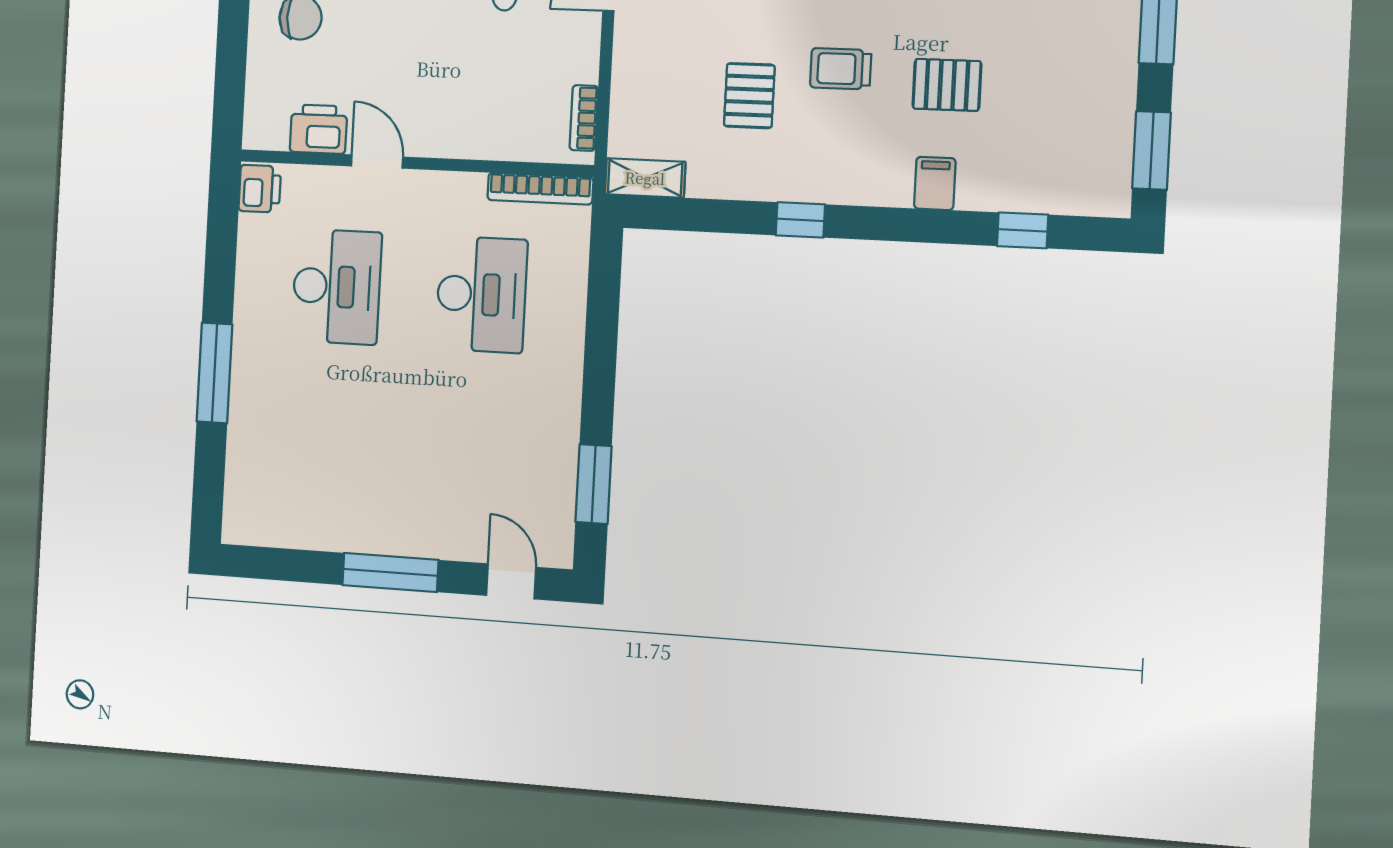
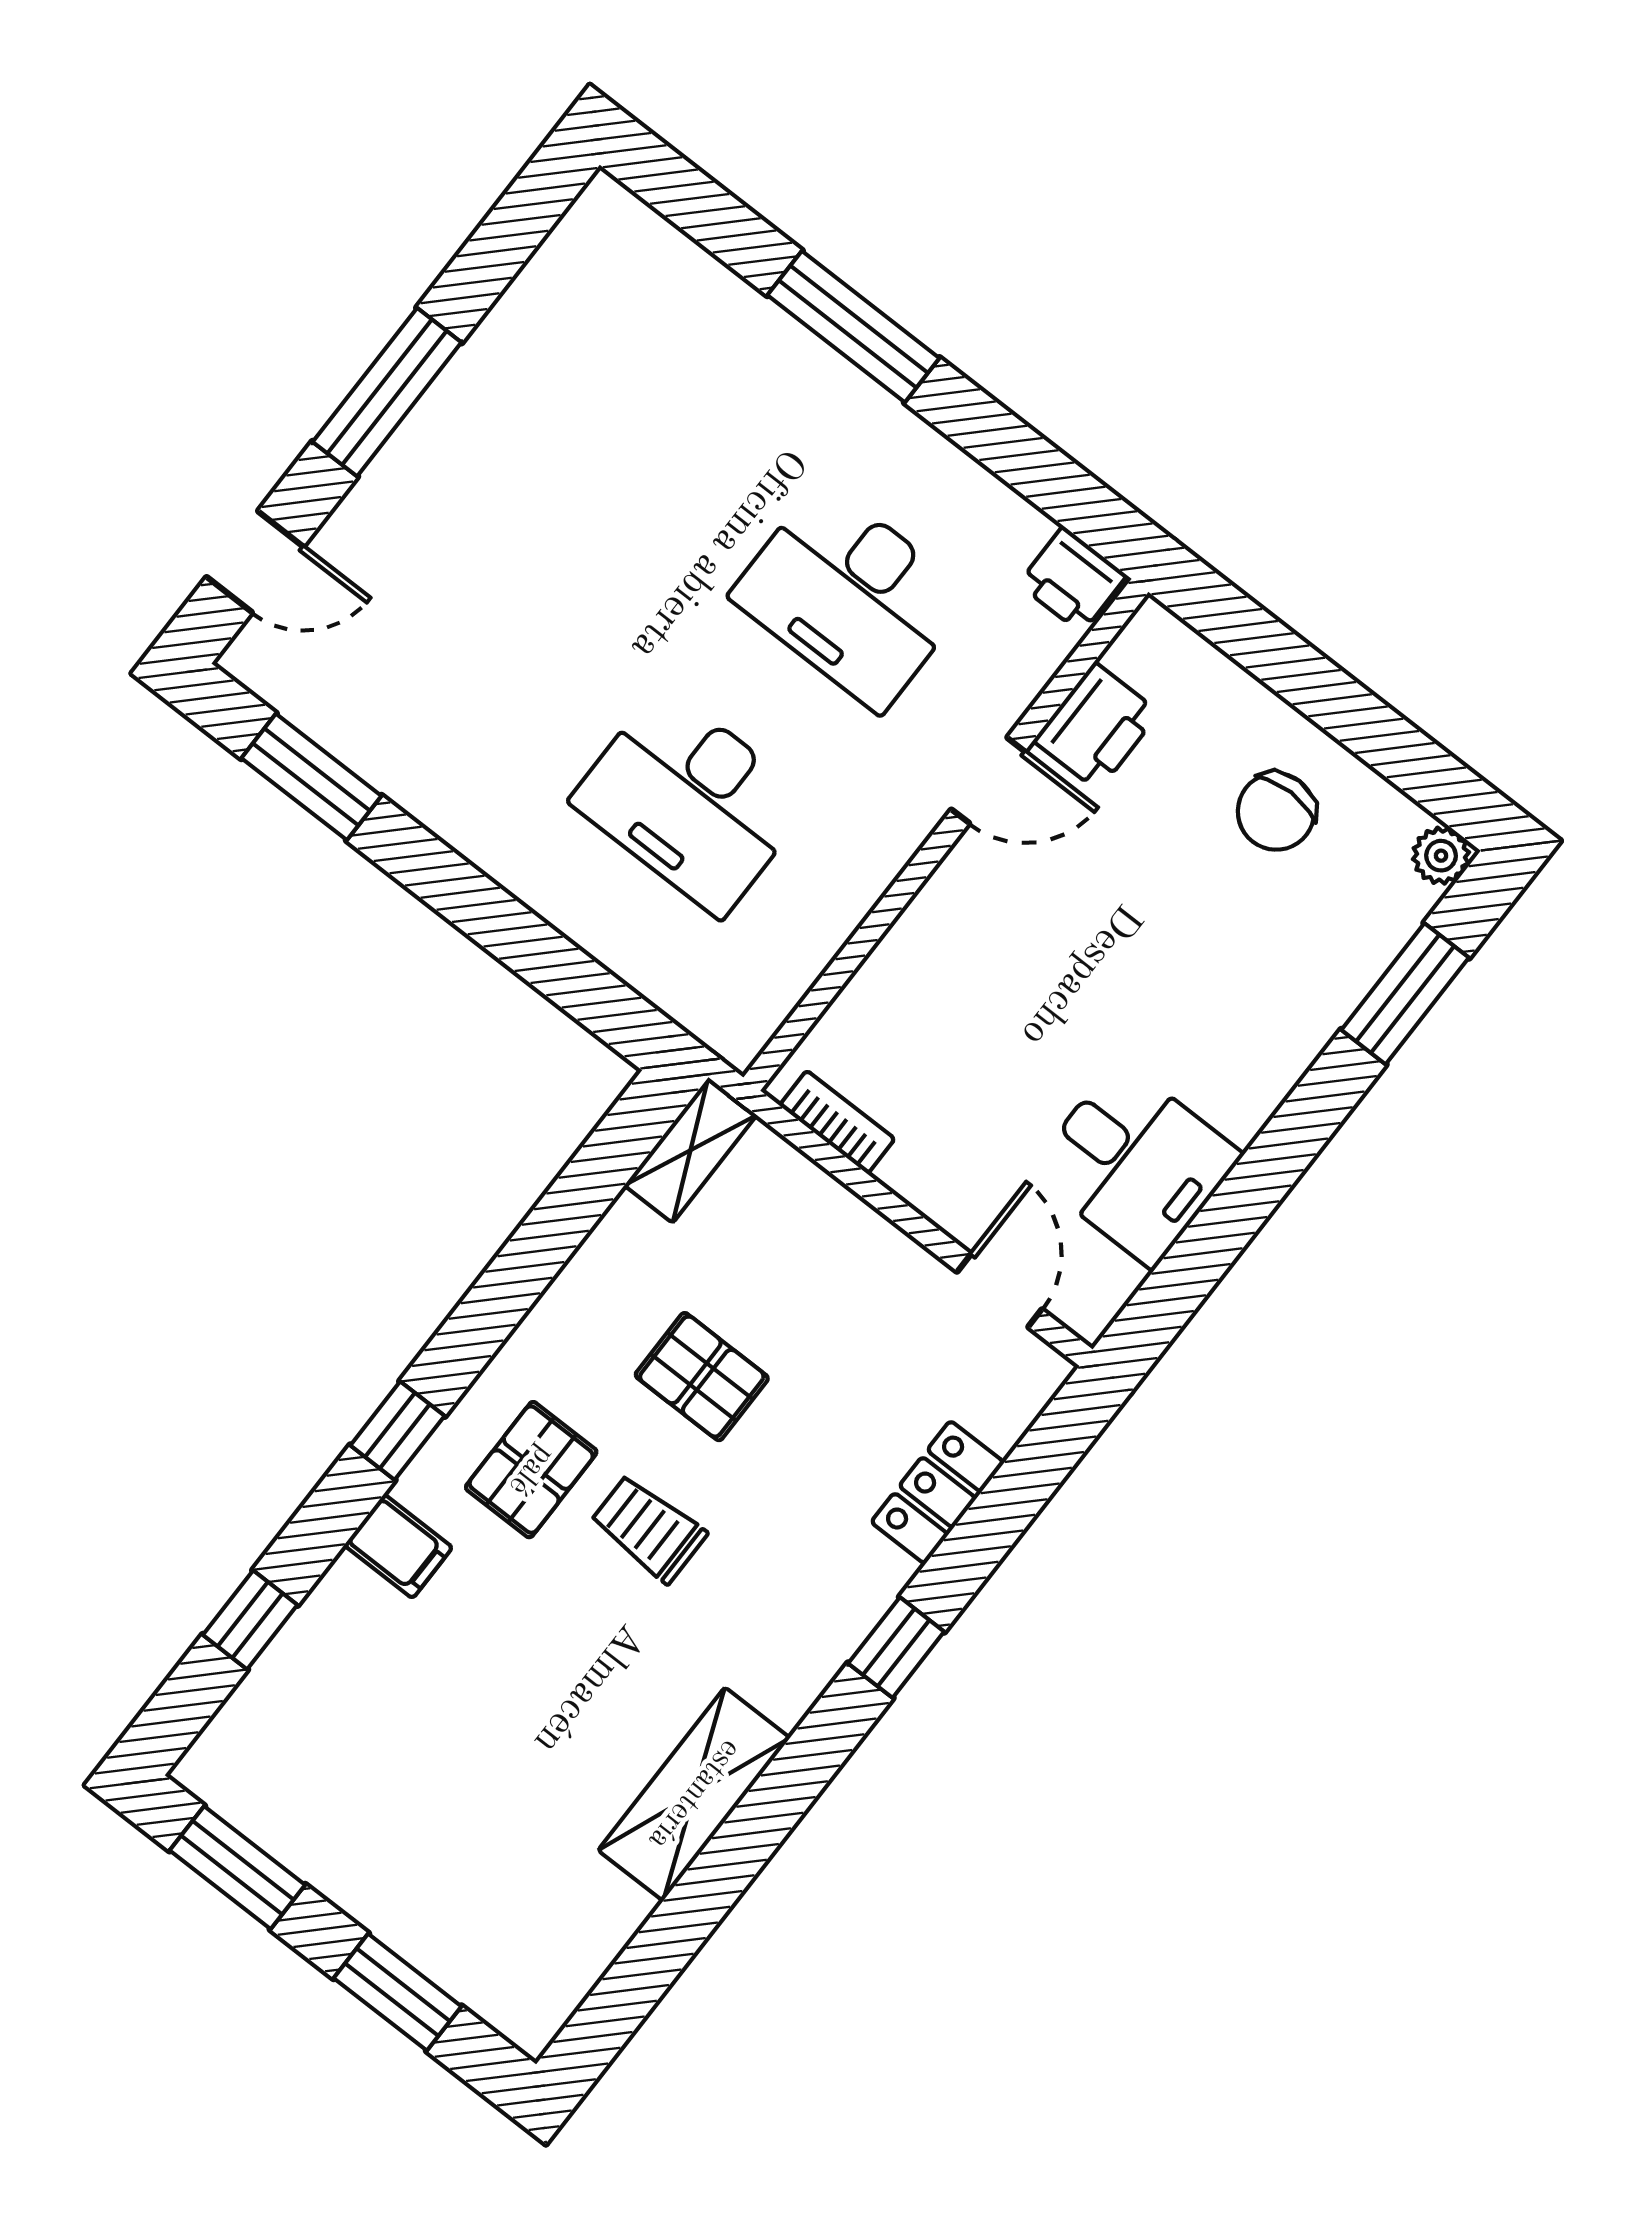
trolley: (841, 69) -> (648, 1528), turned -90
pallet: (947, 85) -> (531, 1470), moved
bookcase: (540, 189) -> (781, 990), removed
window: (800, 220) -> (397, 1431), moved

